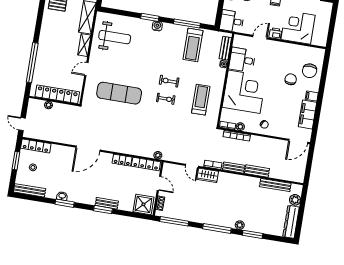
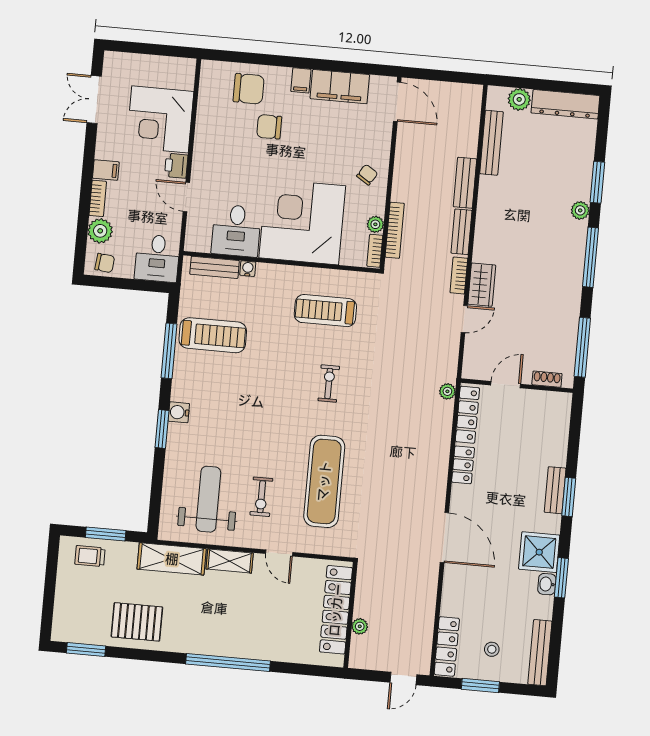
window: (32, 63) -> (228, 663), moved
exercise bike: (169, 81) -> (261, 497), moved
shower: (143, 204) -> (539, 552), moved

